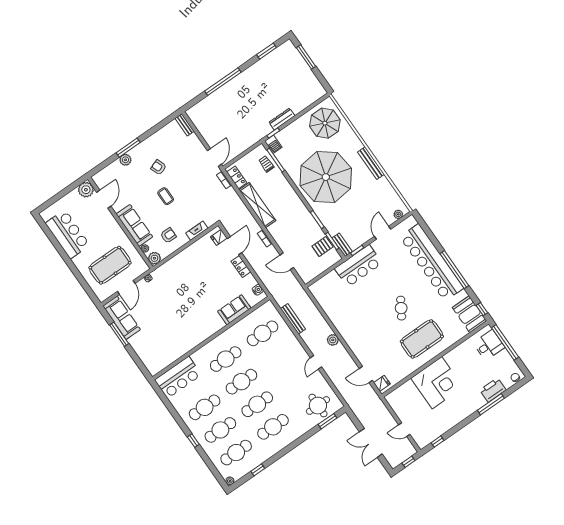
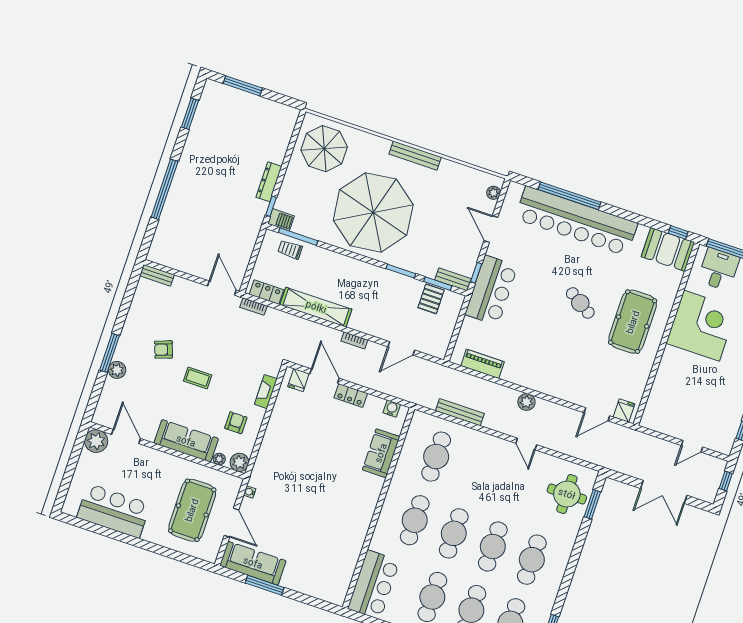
window: (454, 270) -> (569, 196), moved
piano: (324, 302) -> (483, 364), added
corner desk: (437, 383) -> (702, 326), moved

